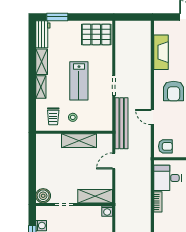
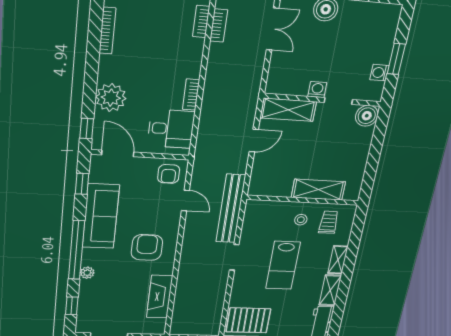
lab bench: (79, 81) -> (283, 265), turned 180
door: (152, 117) -> (185, 200), moved
shelving: (79, 141) -> (318, 190), moved
armchair: (165, 146) -> (169, 174), turned -90
door: (114, 161) -> (254, 141), moved
washing machine: (107, 211) -> (317, 90), moved

